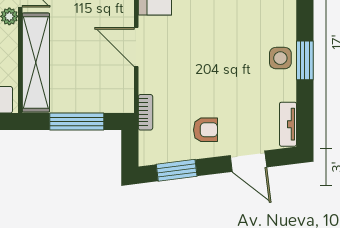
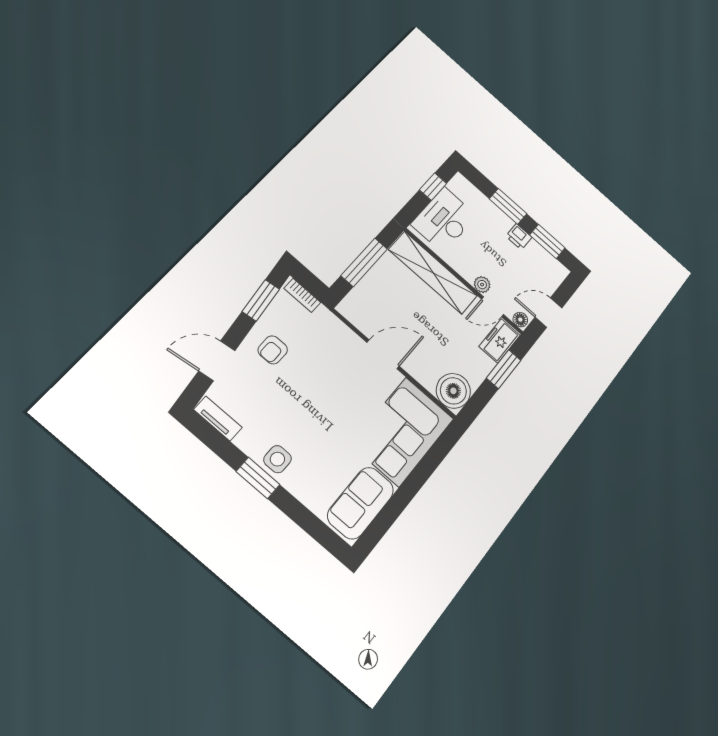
bookcase: (145, 112) -> (302, 295), moved

